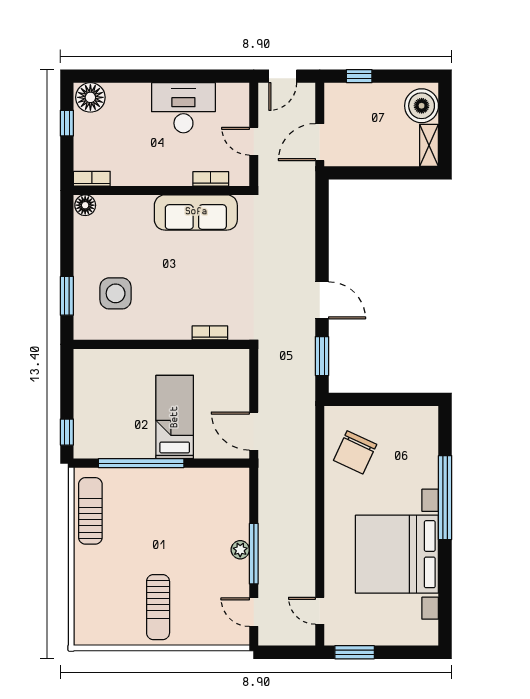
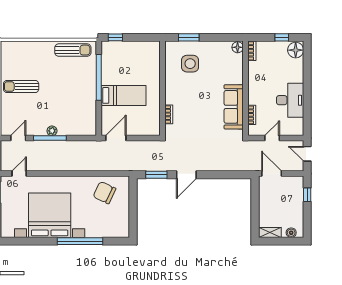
boiler: (422, 106) -> (291, 233), width x0.54, depth x0.54

